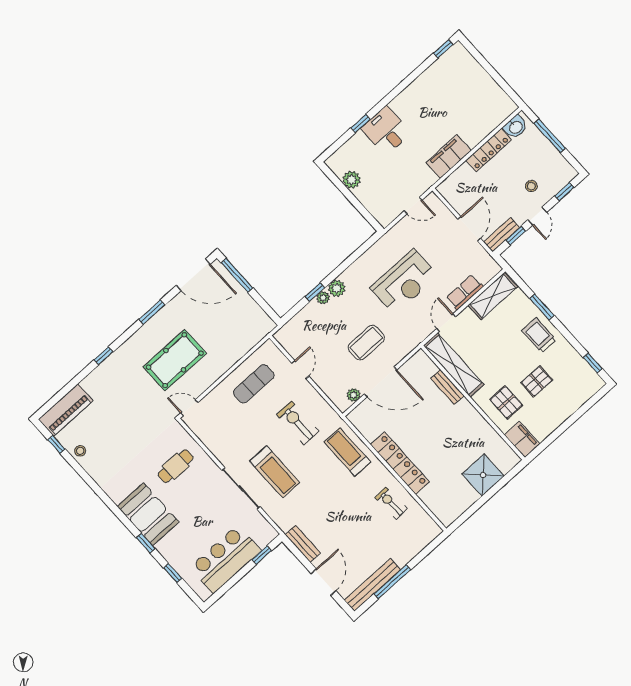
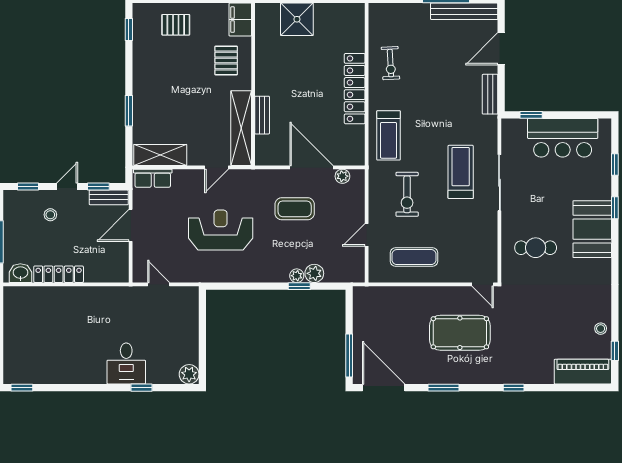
filing cabinet: (449, 157) -> (95, 298), removed
plant: (352, 180) -> (189, 374), moved
plant: (337, 288) -> (314, 273), moved
row of seats: (465, 292) -> (153, 178), moved
trolley: (539, 335) -> (152, 90), removed
pallet: (537, 381) -> (176, 25), moved

